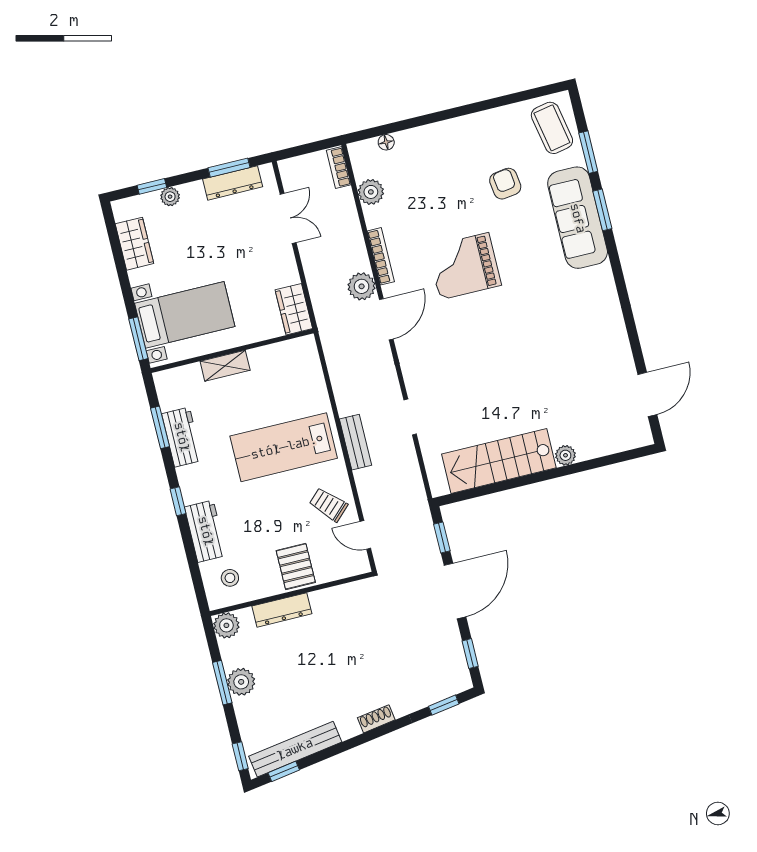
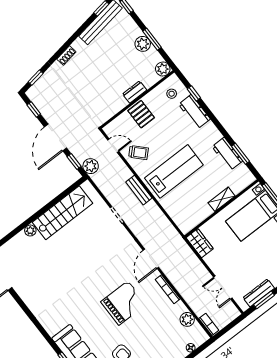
plant: (362, 286) -> (91, 166), moved
window: (178, 501) -> (194, 93), moved
dresser: (282, 610) -> (135, 92), width x0.70

